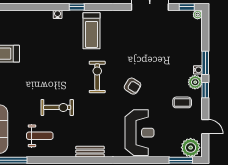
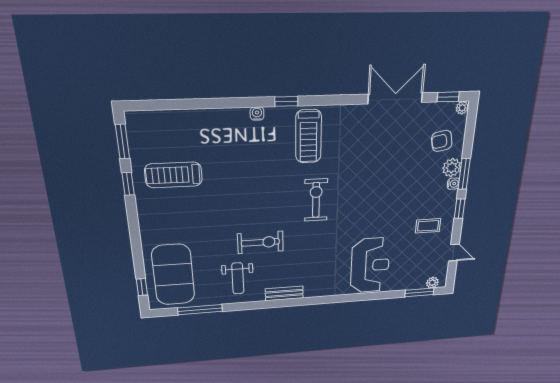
plant: (195, 82) -> (452, 168), moved
armchair: (132, 86) -> (442, 141), moved, turned 137
weight bench: (40, 136) -> (238, 278), turned 90
plant: (191, 148) -> (432, 283), width x0.53, depth x0.53
bench: (90, 152) -> (284, 293), moved

